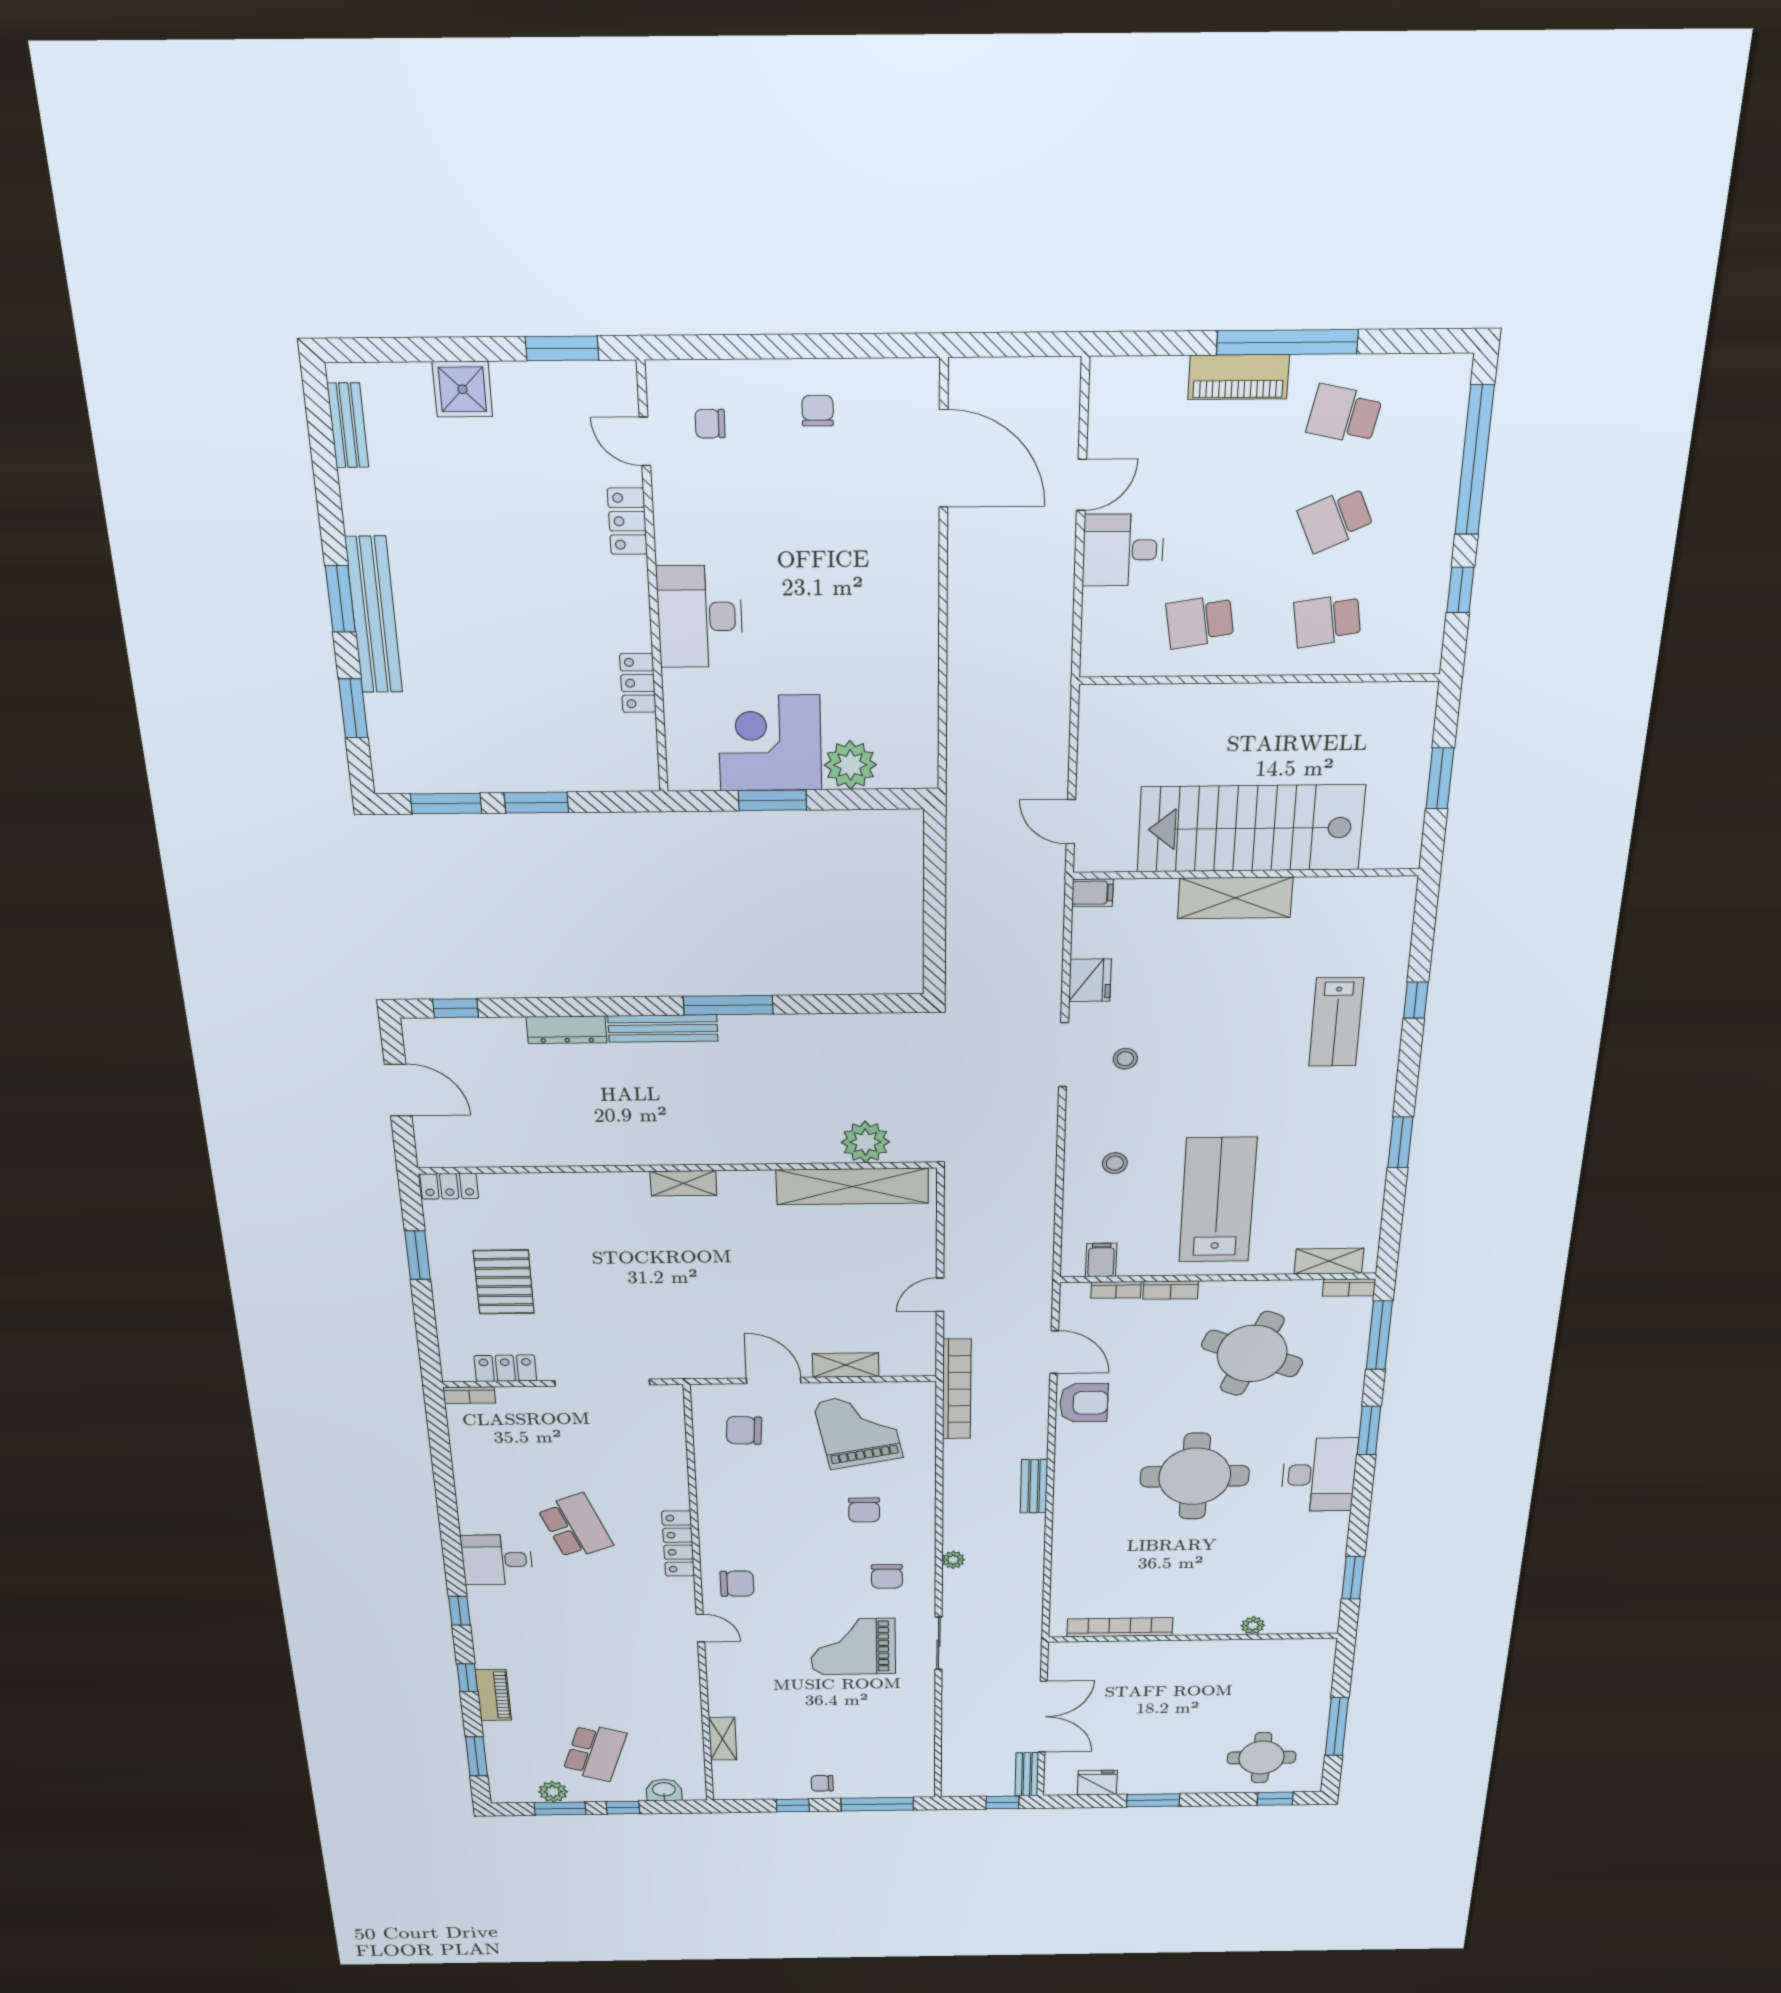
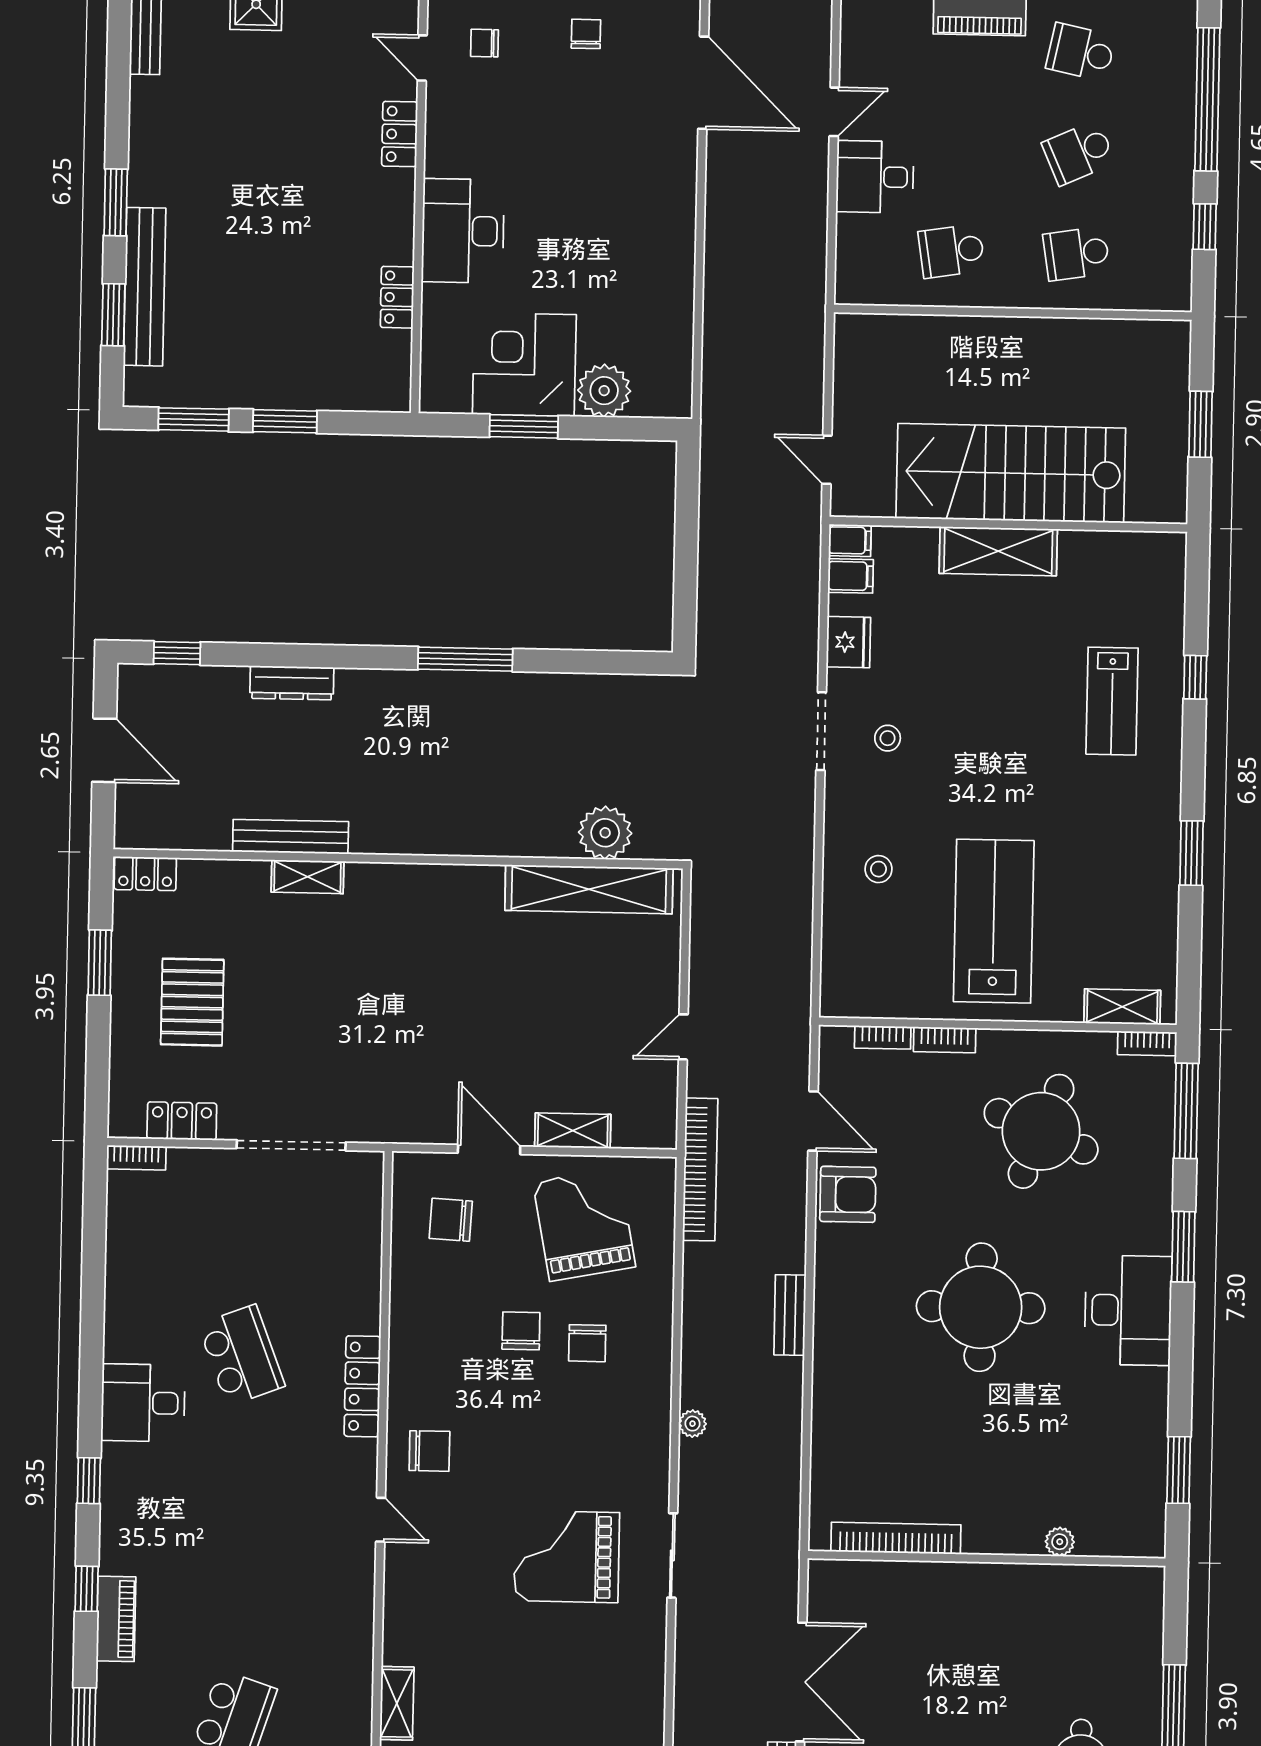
bench: (374, 615) -> (145, 287), moved
bench: (663, 1028) -> (291, 837), moved
shelving: (683, 1183) -> (308, 877), moved
filing cabinet: (1101, 1260) -> (851, 576), moved, turned 90
chair: (887, 1576) -> (521, 1331), moved, turned 180

